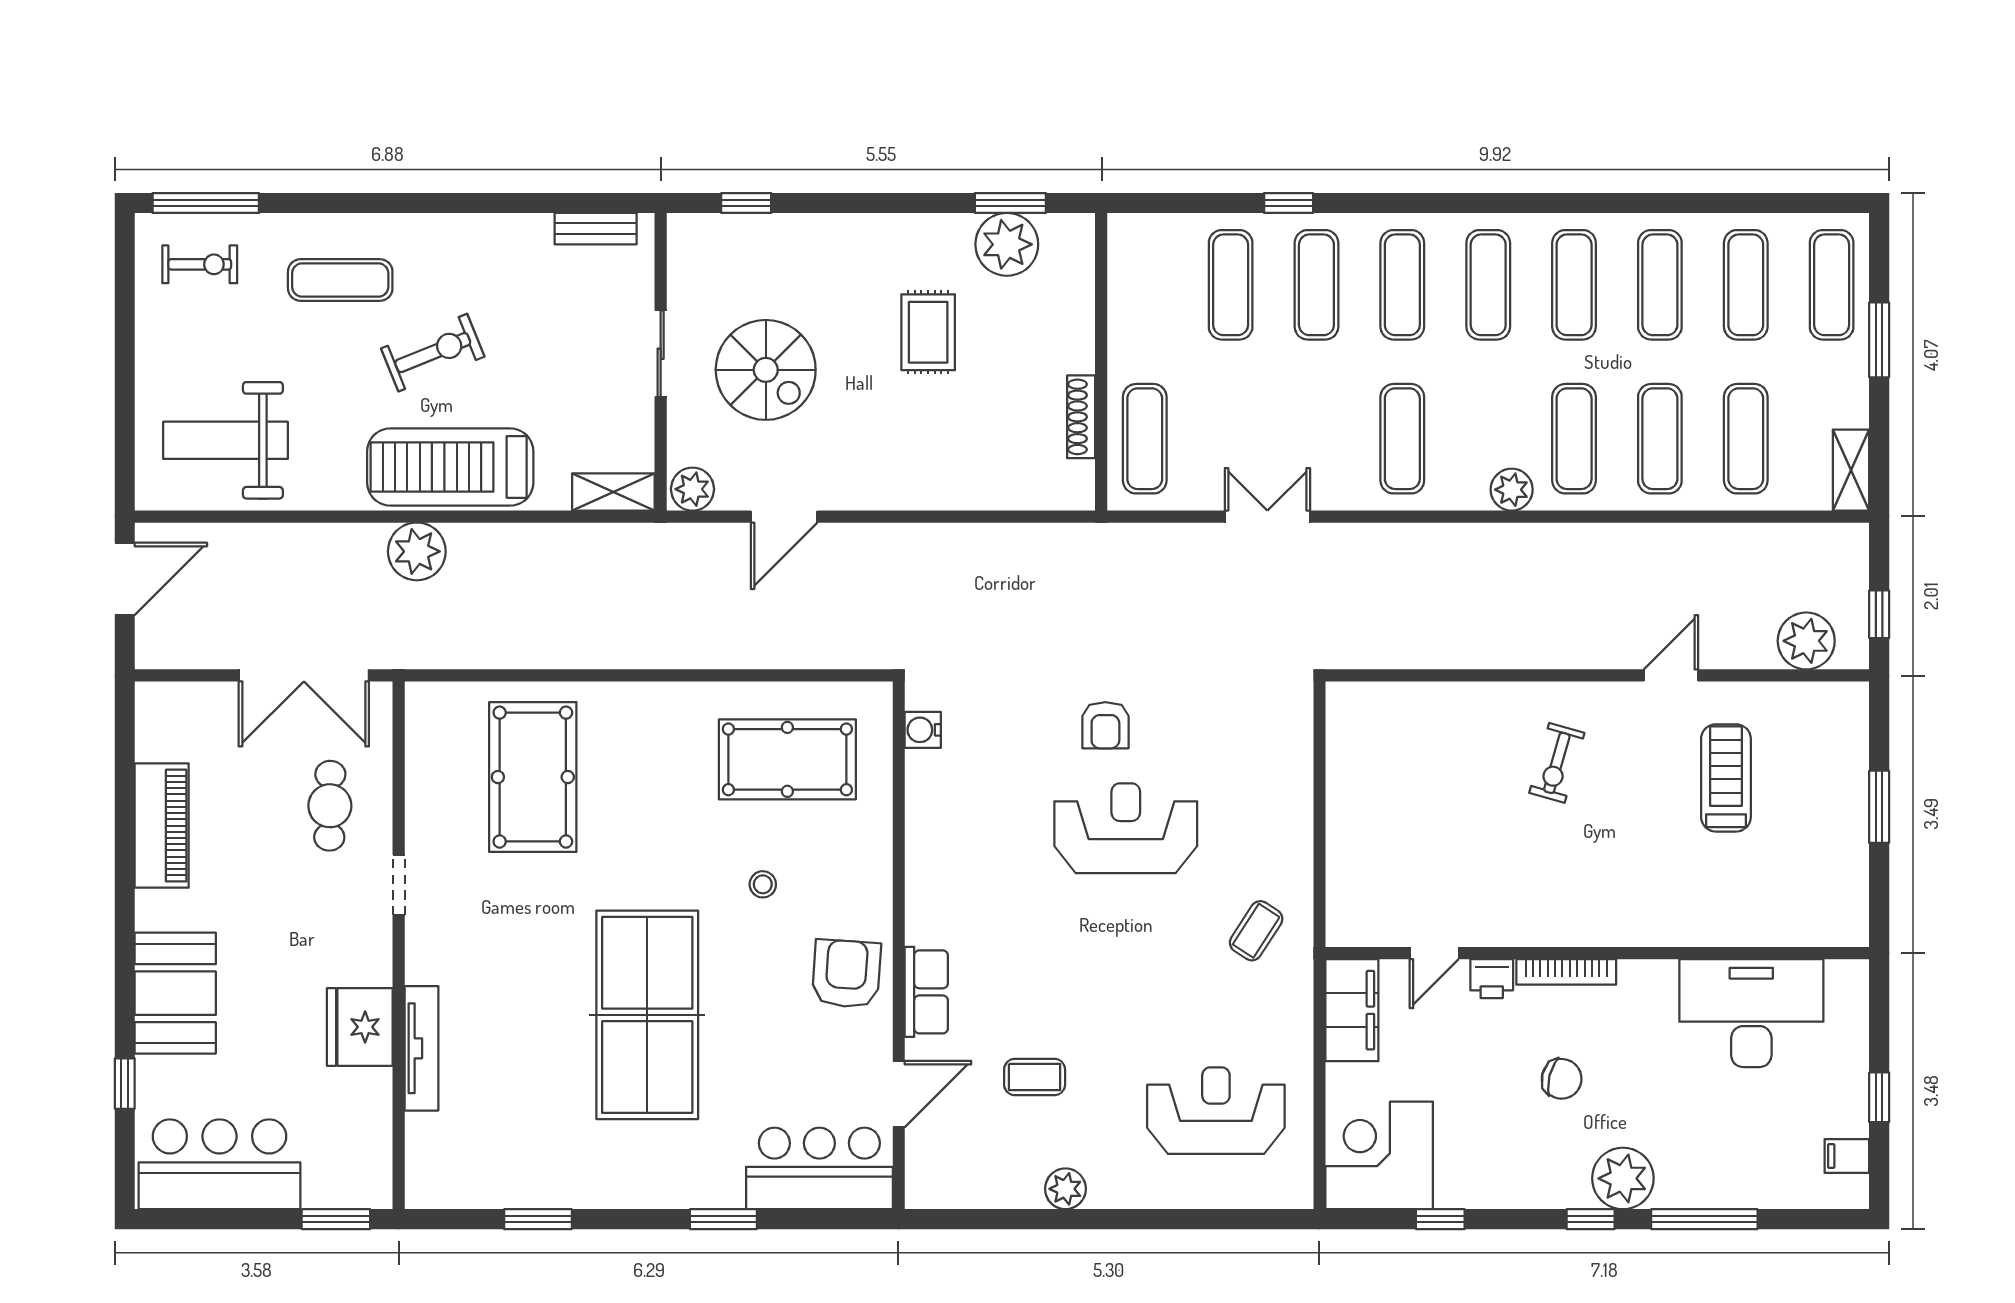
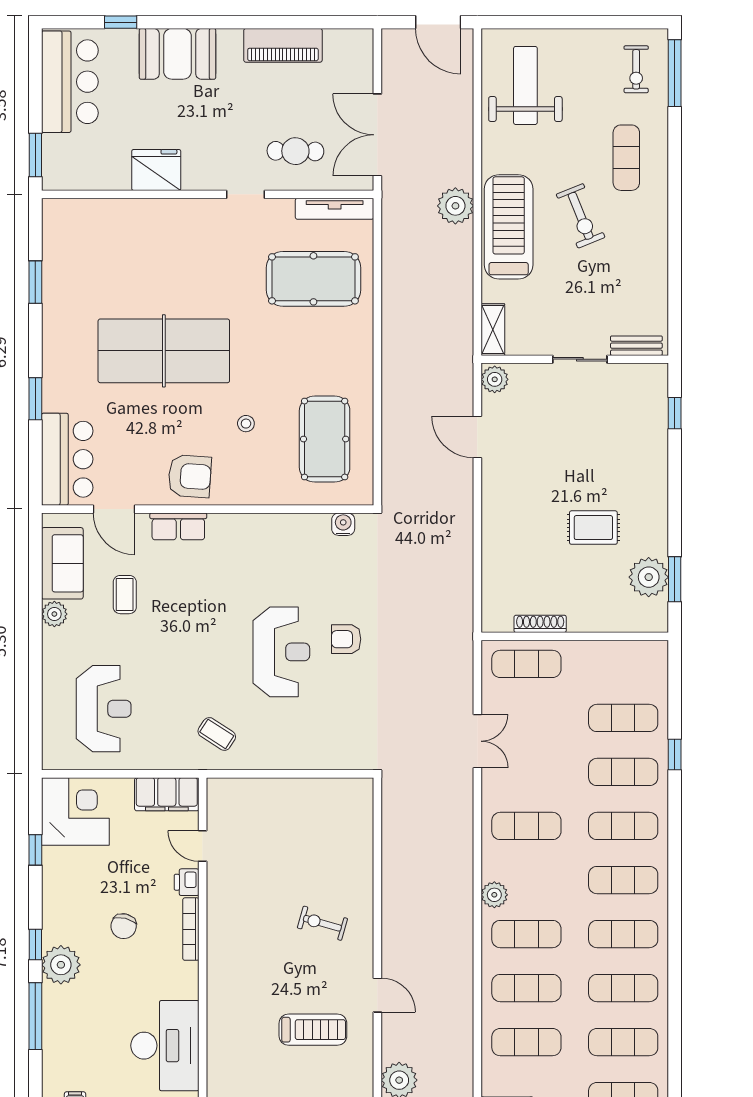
bench: (596, 229) -> (636, 346), moved, turned 90
spiral stairs: (766, 370) -> (570, 425), removed
tv unit: (421, 1048) -> (335, 209), moved
sofa: (985, 1176) -> (62, 563), added

